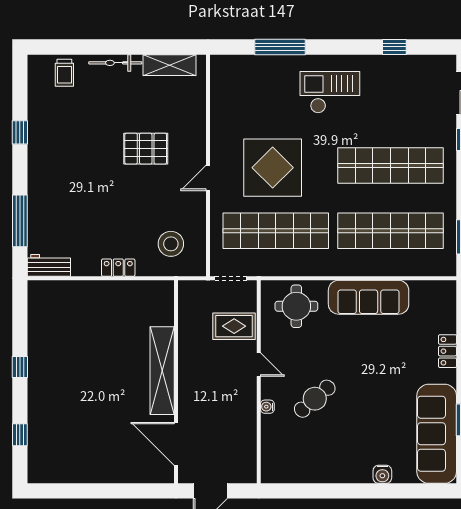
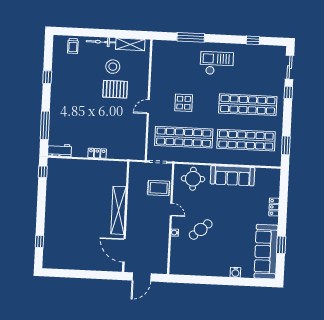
display table: (273, 168) -> (184, 103), width x0.54, depth x0.54
stool: (171, 244) -> (113, 67), moved
window: (20, 367) -> (43, 172), moved

